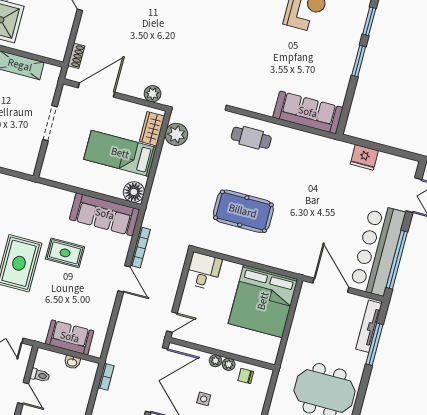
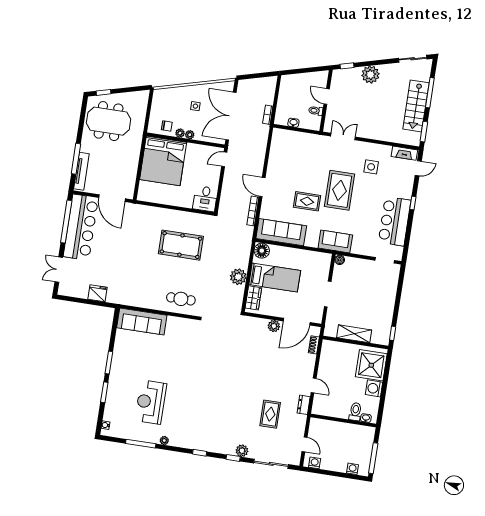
plant: (153, 94) -> (274, 326), moved
plant: (176, 134) -> (238, 277), moved
boiler: (29, 168) -> (340, 260), added
bed: (263, 301) -> (163, 161), moved, turned 180
sofa: (70, 337) -> (335, 242), moved, turned 180

